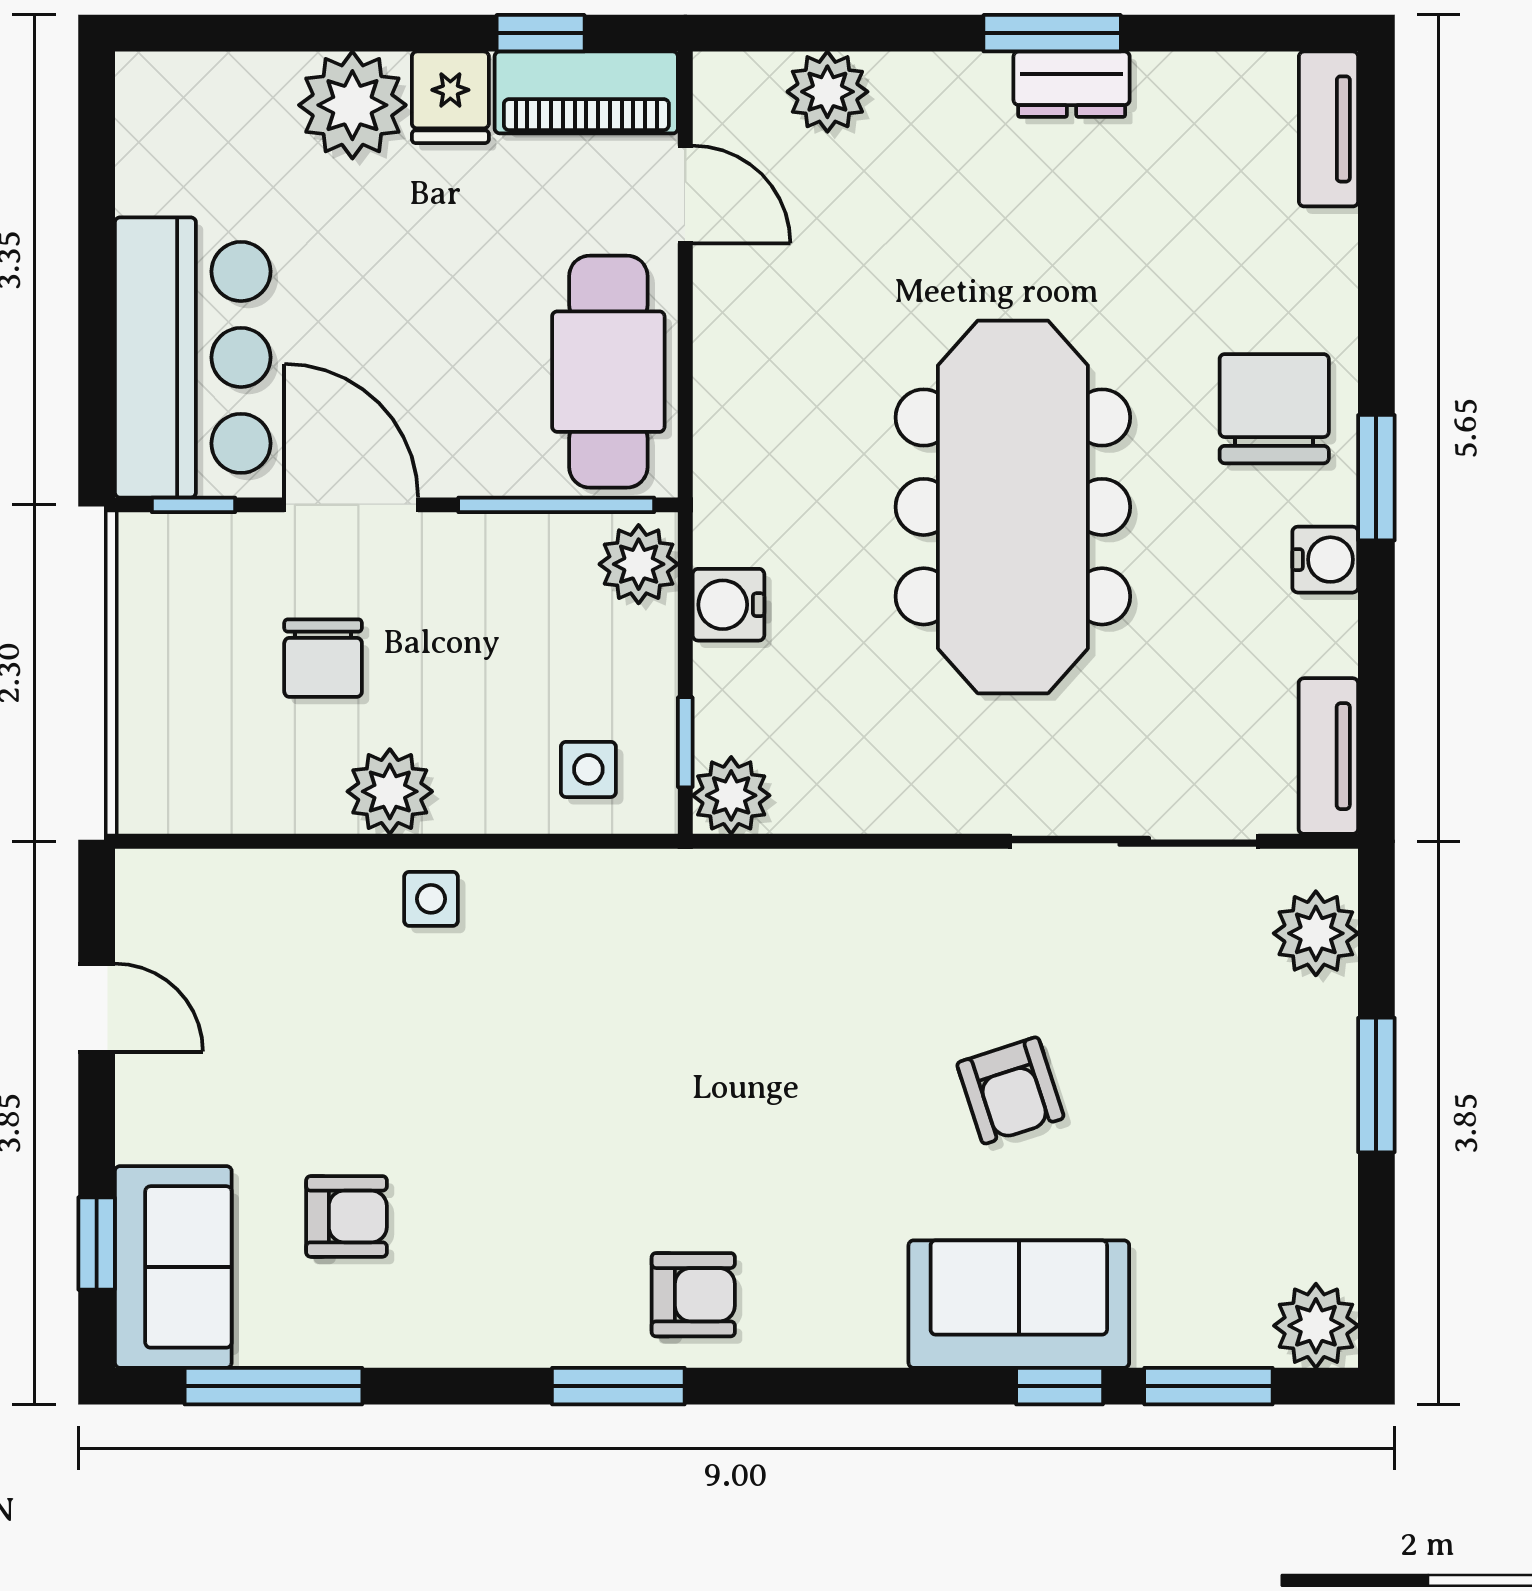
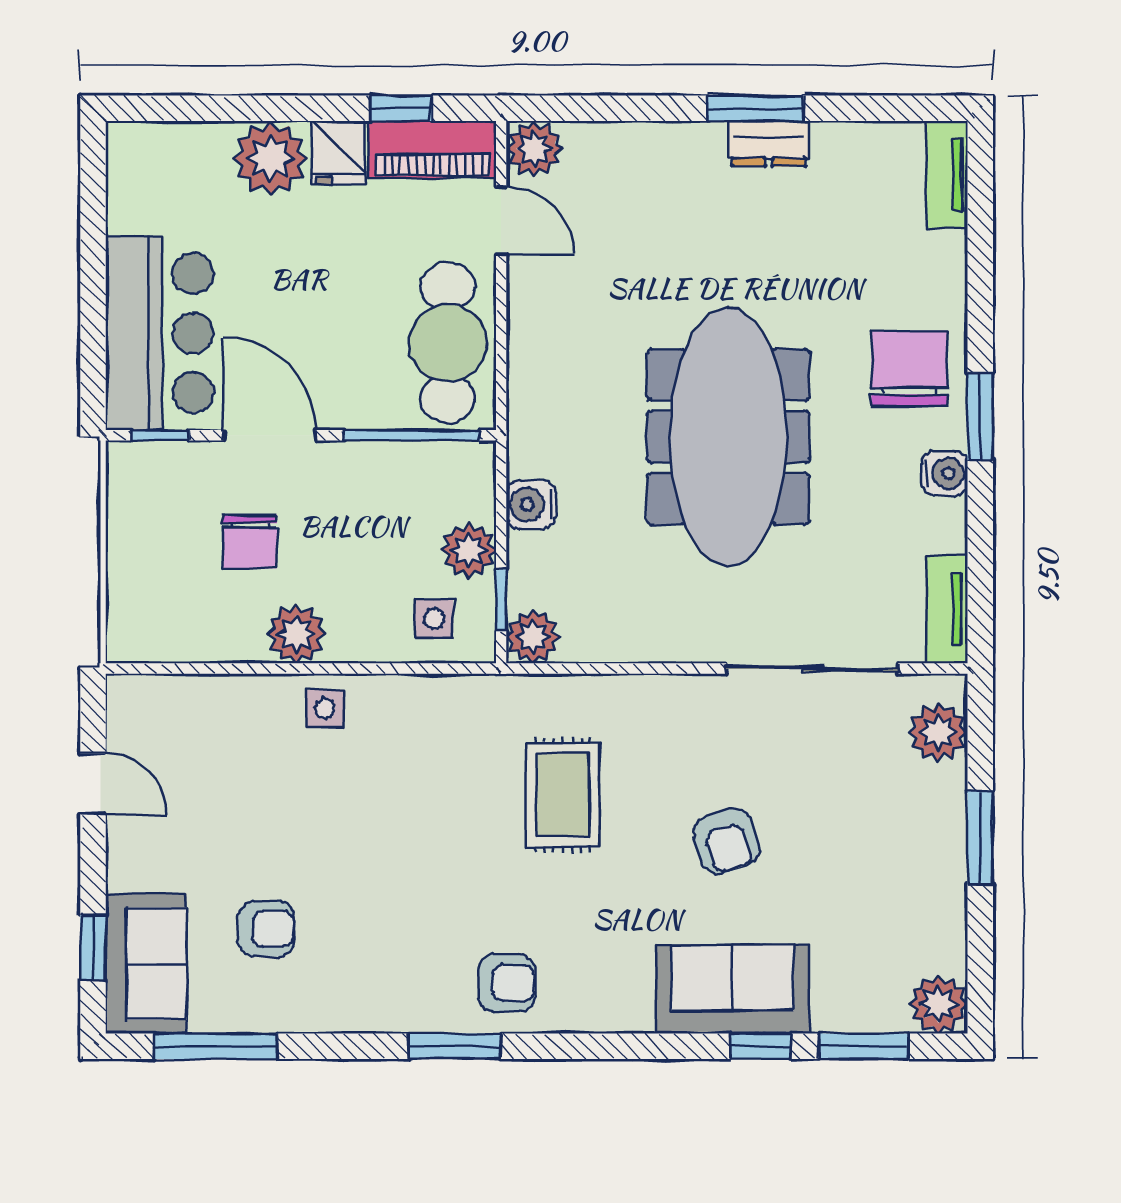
plant: (827, 92) -> (534, 149), moved
plant: (639, 564) -> (469, 550), moved
rug: (774, 1024) -> (563, 795), added

